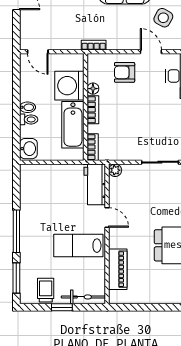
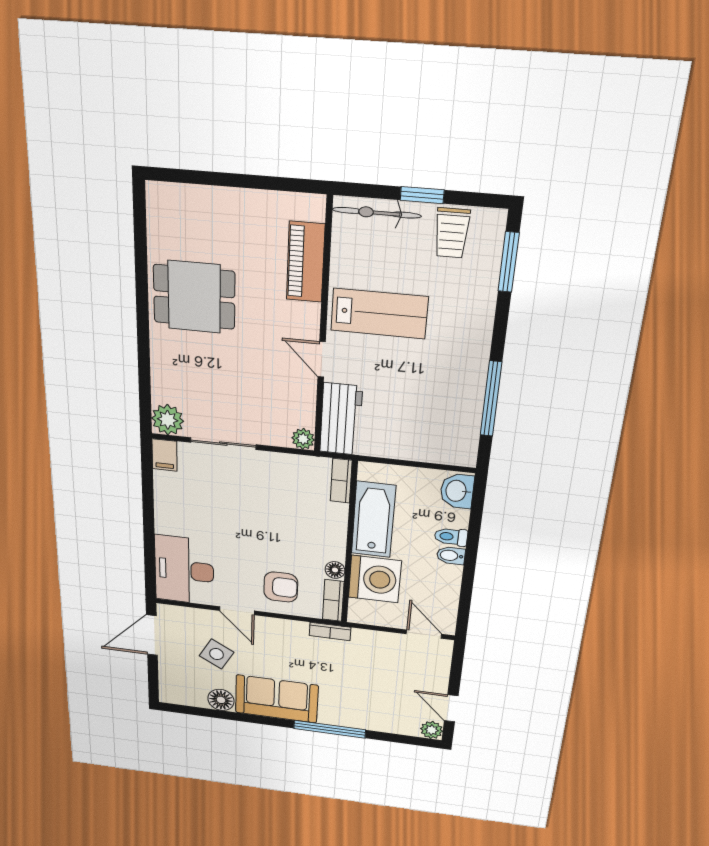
bookcase: (93, 110) -> (333, 600), moved
window: (16, 231) -> (491, 399), moved

